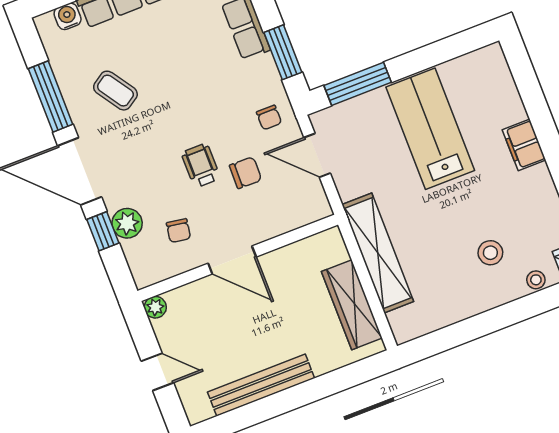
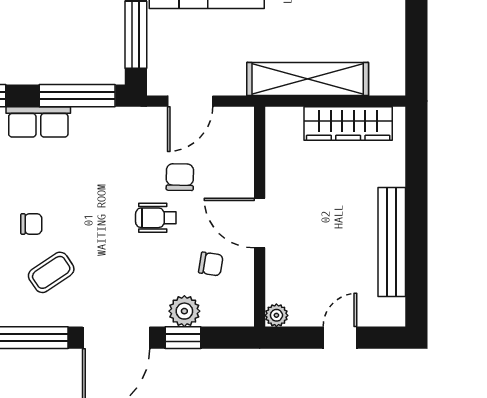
window: (283, 52) -> (77, 96), width x1.44
chair: (269, 117) -> (31, 224), moved
door: (232, 260) -> (260, 223), swing flipped

